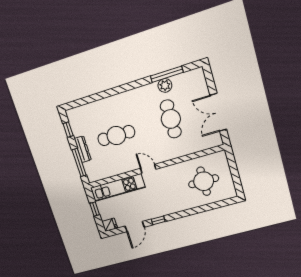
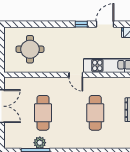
cafe table: (116, 136) -> (95, 113), turned 90

